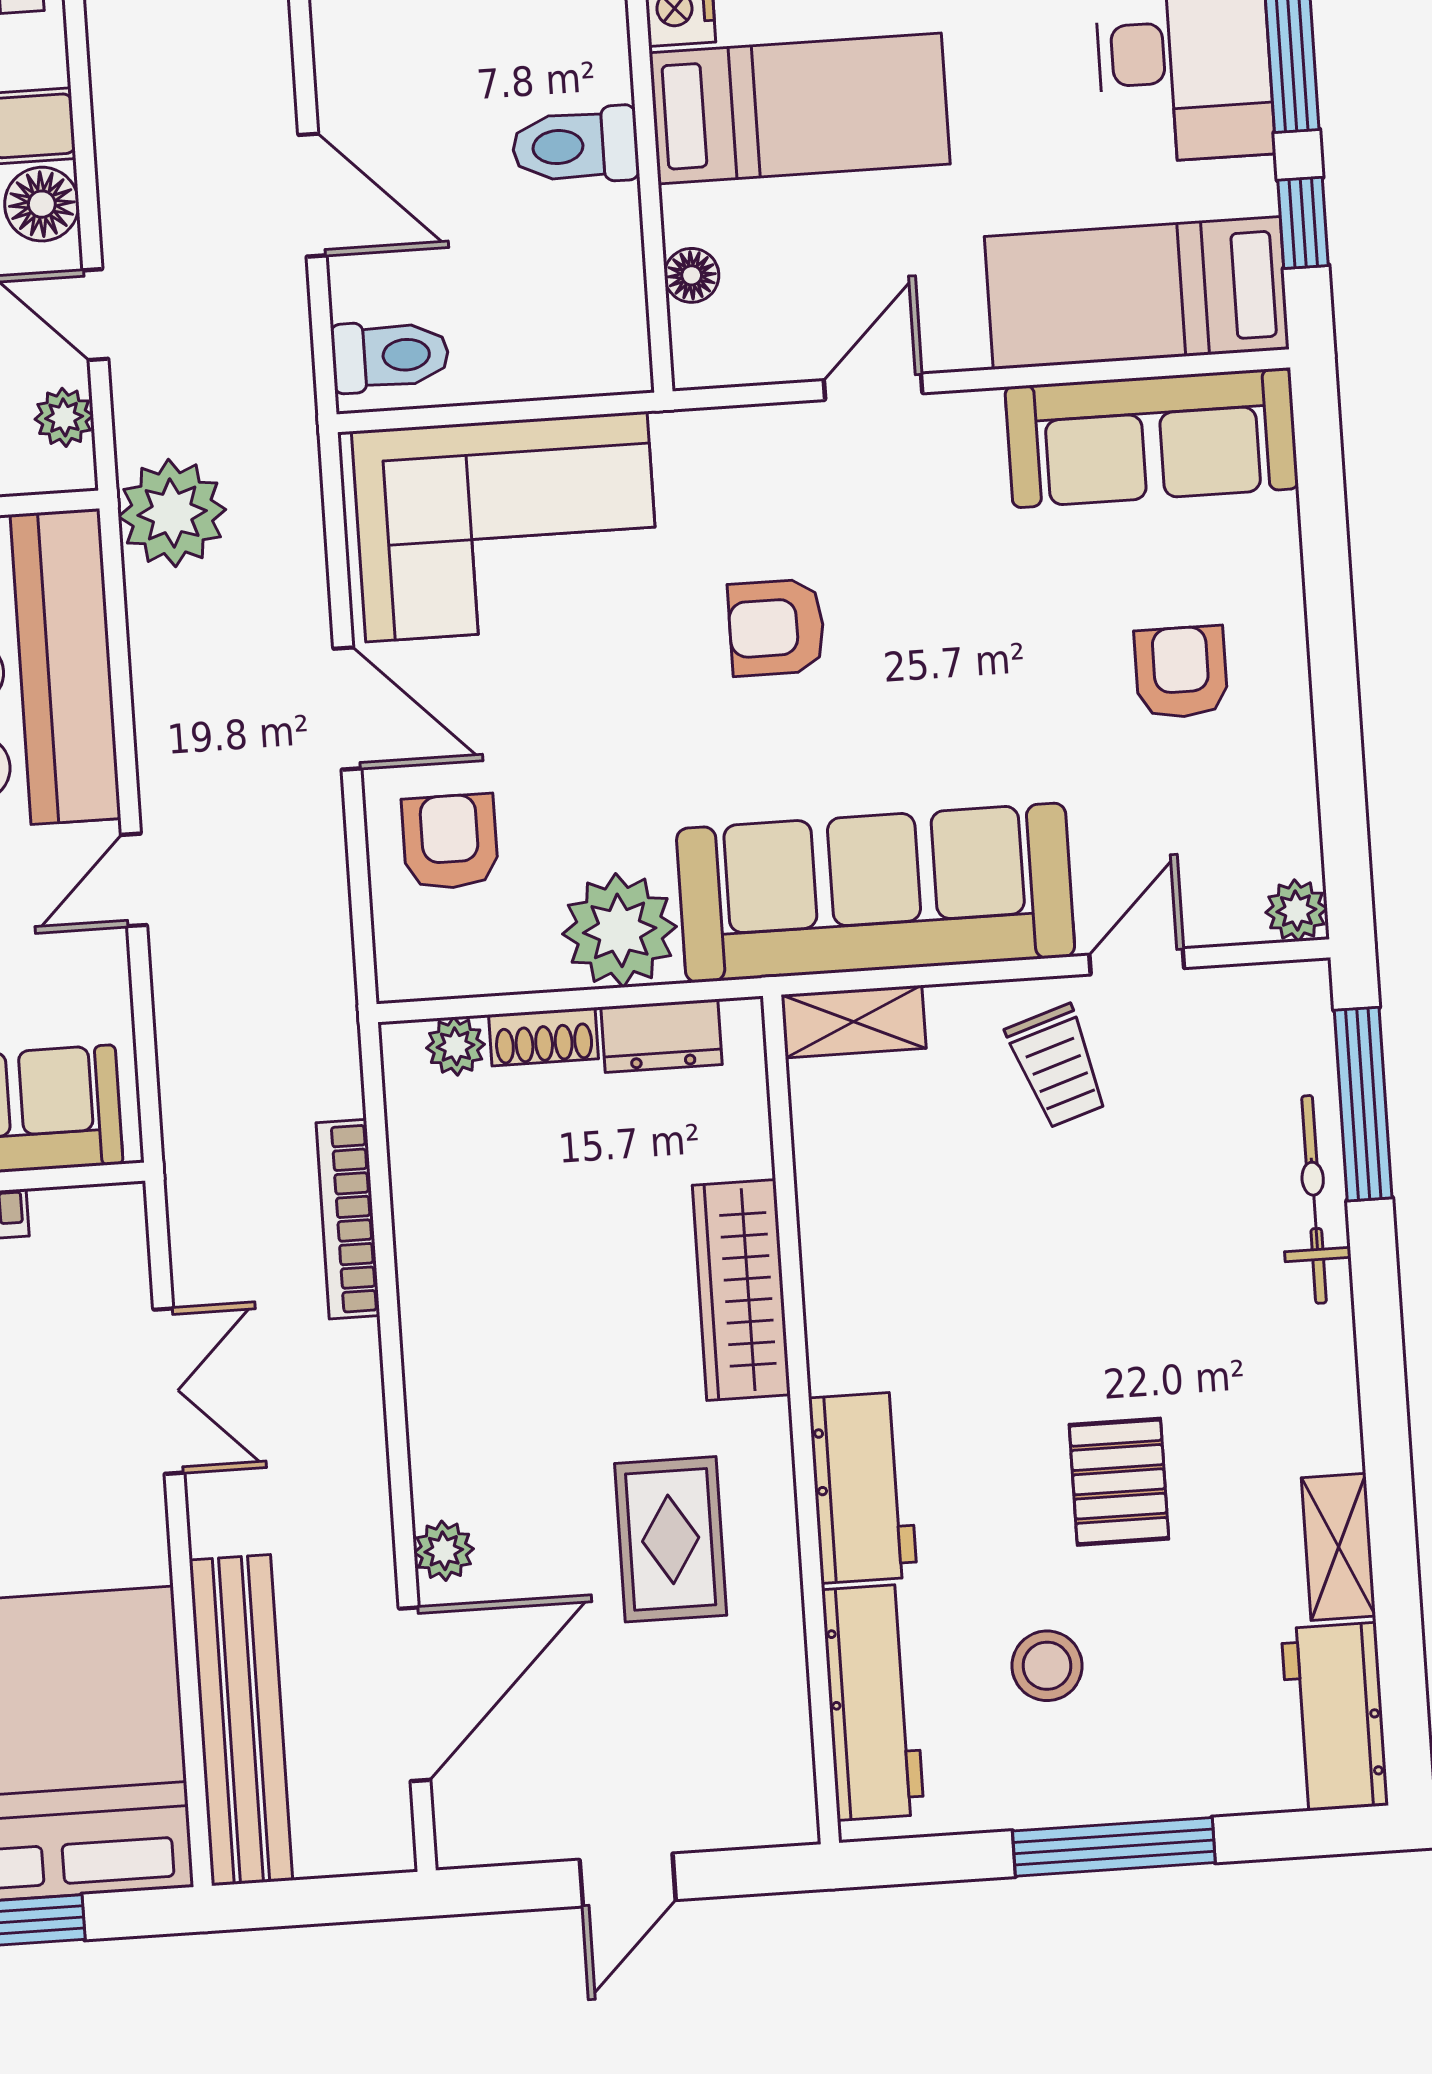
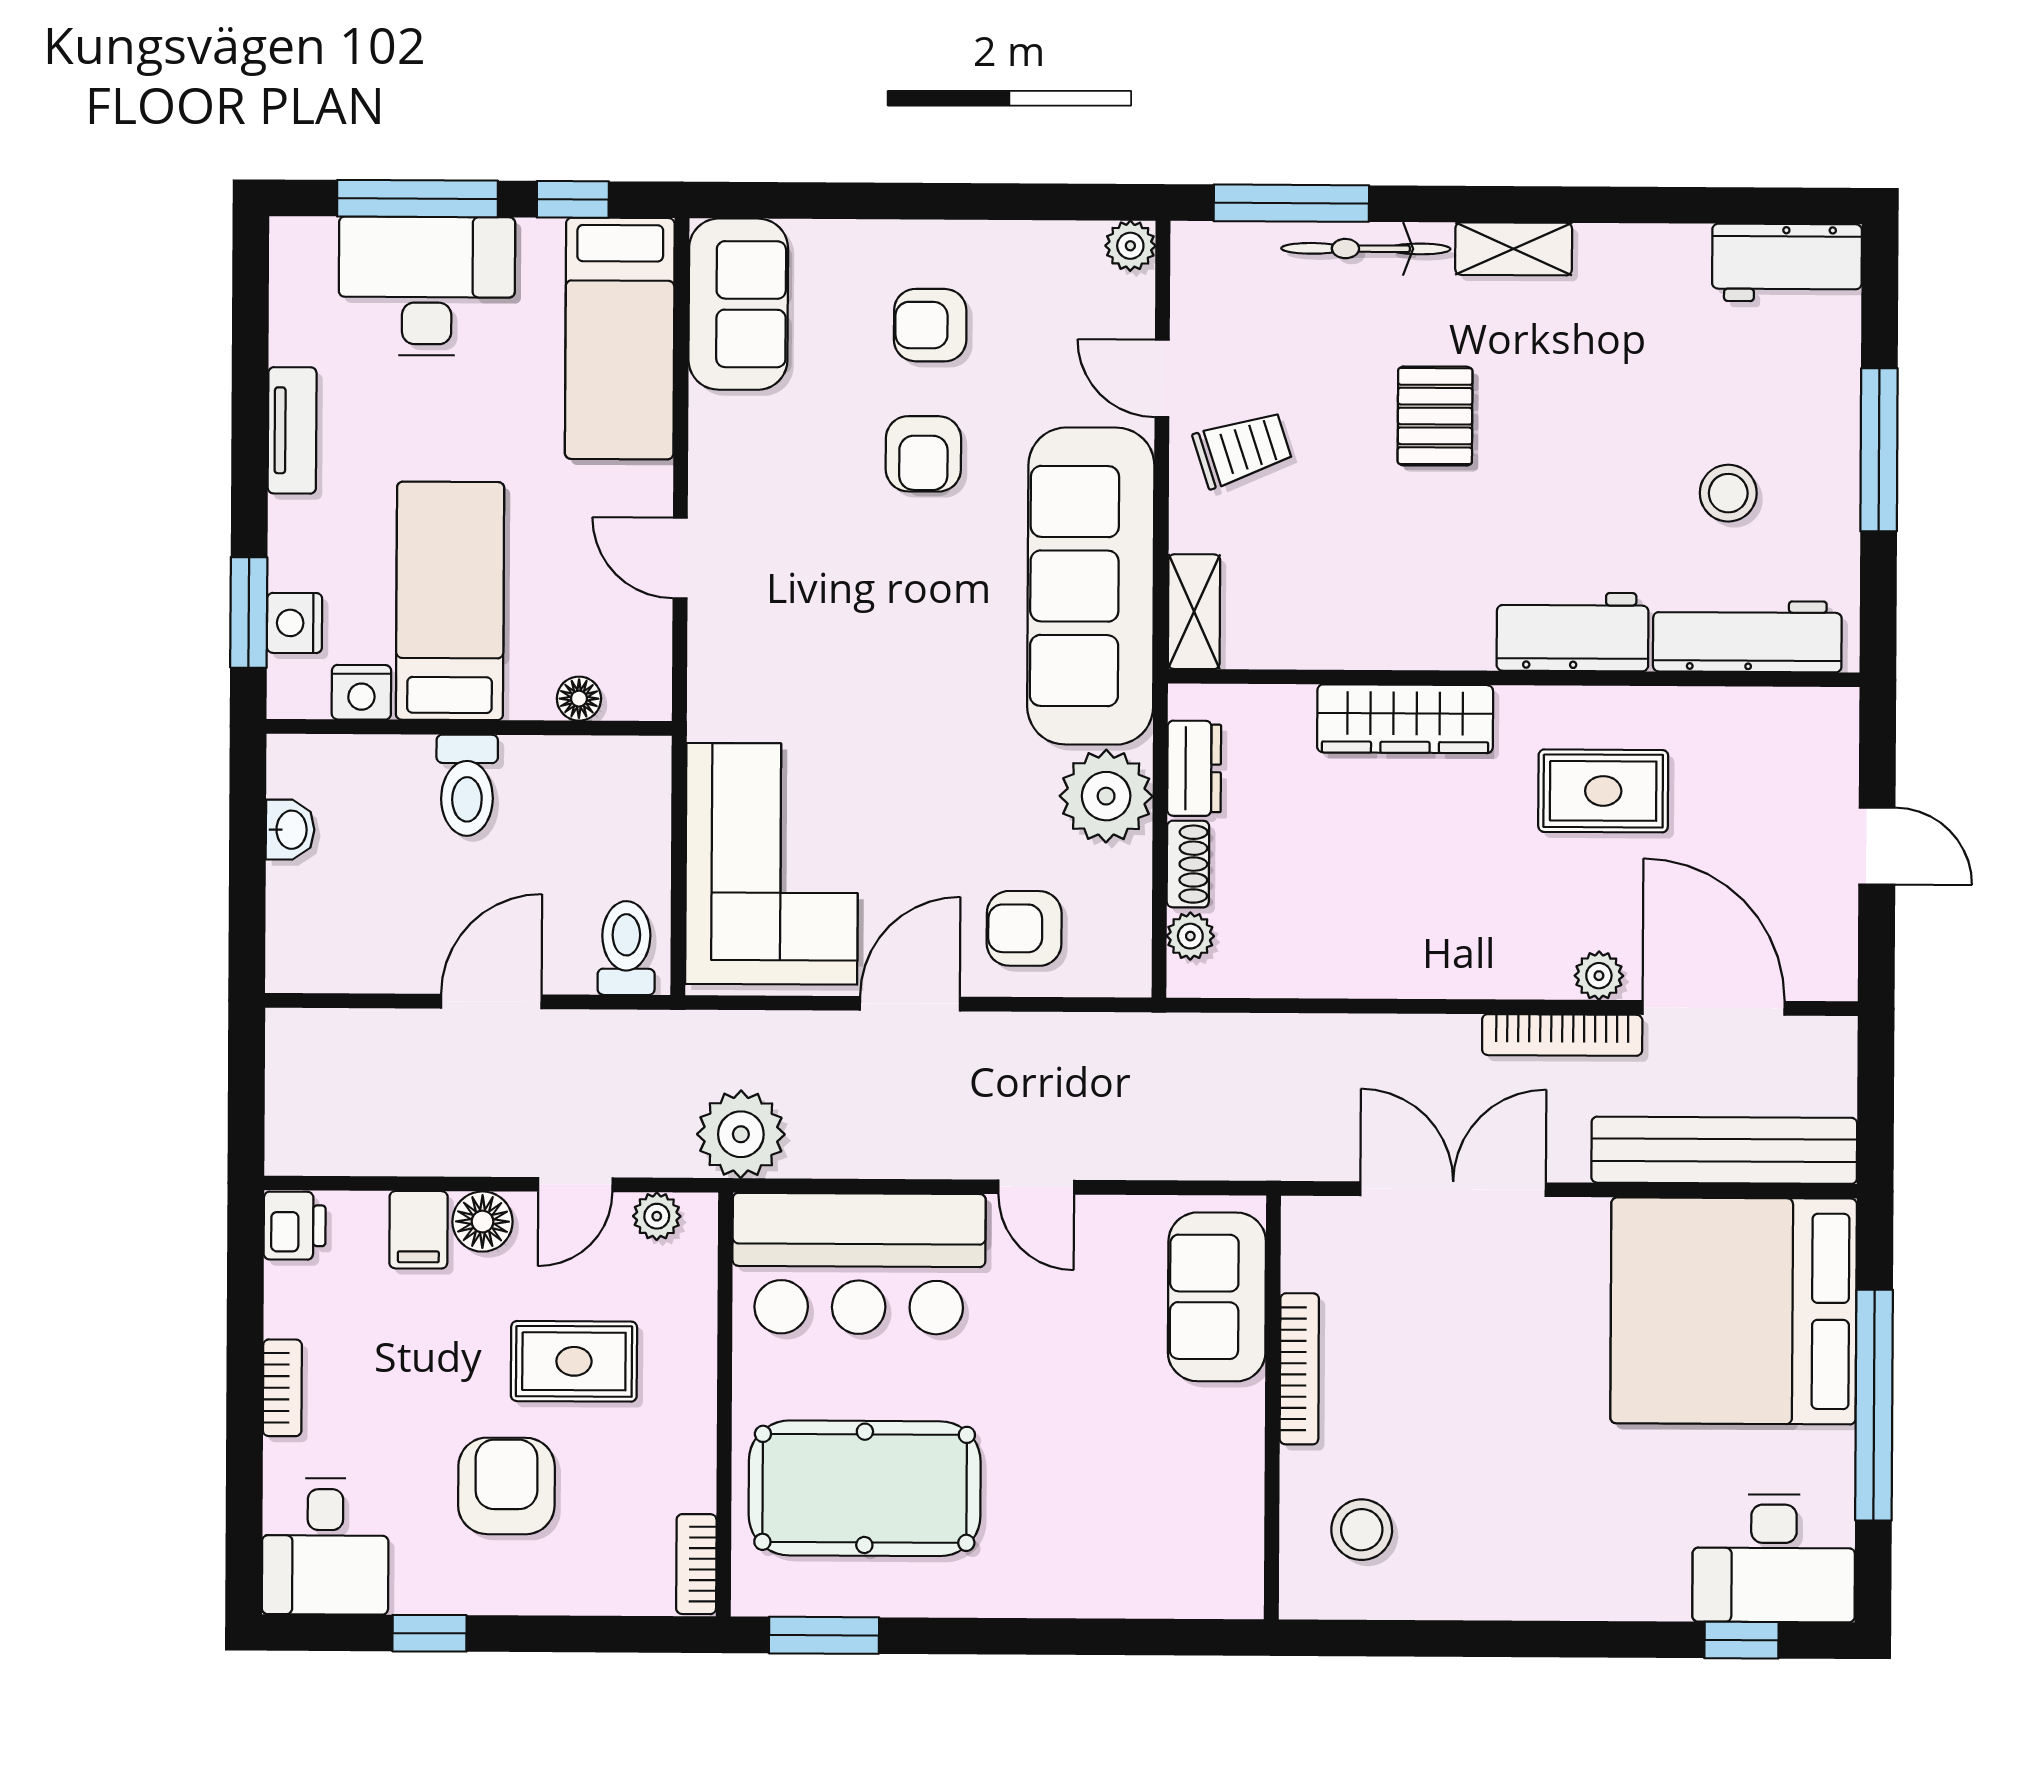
sofa: (1152, 438) -> (738, 304), width x0.73
armchair: (776, 628) -> (923, 454), moved
bookcase: (348, 1219) -> (1562, 1035), moved
double door: (169, 1391) -> (1453, 1189), width x1.37
pallet: (1119, 1482) -> (1435, 416), moved, turned 90
shelving: (1338, 1547) -> (1514, 249), moved

